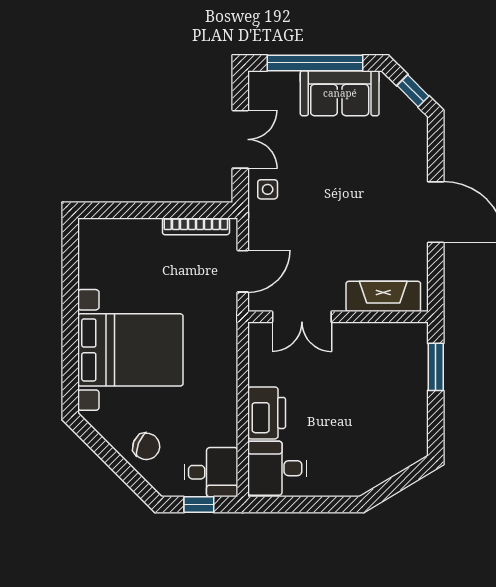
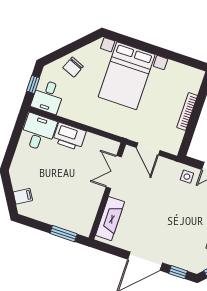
window: (436, 150) -> (178, 272), added
bookcase: (196, 226) -> (187, 112), moved
filing cabinet: (395, 458) -> (23, 196), added

